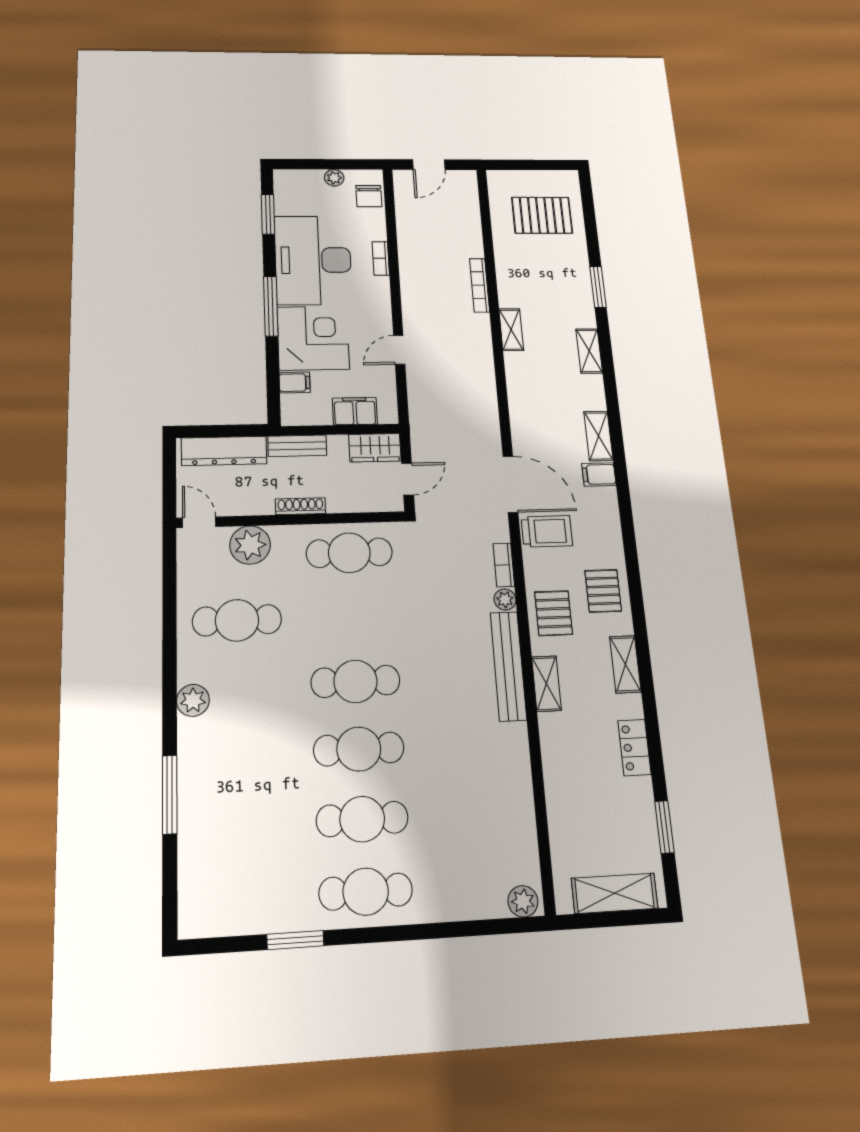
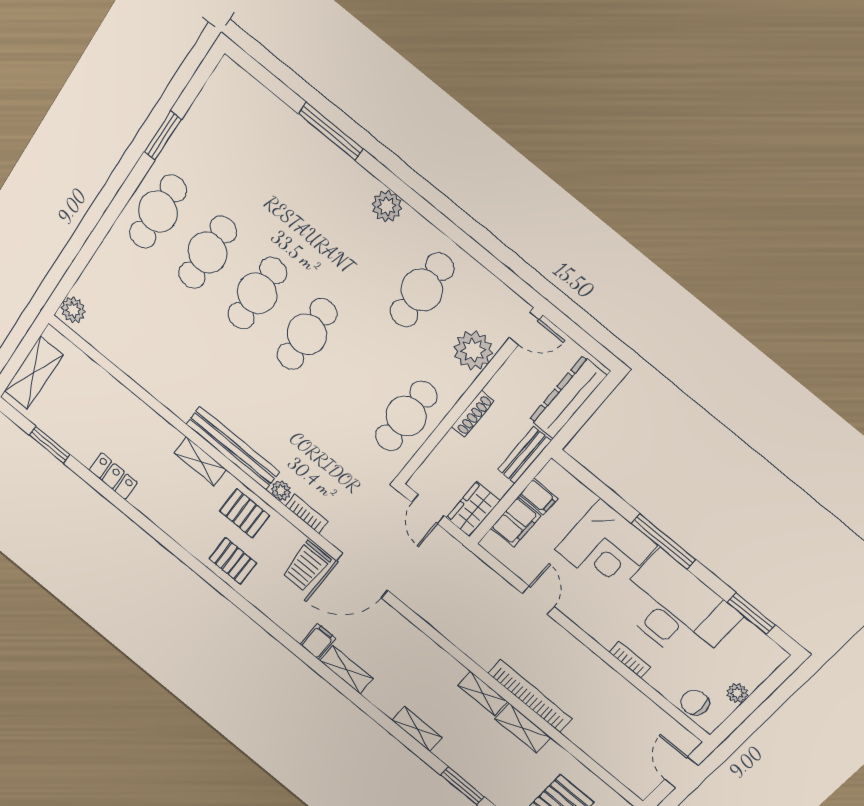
bookcase: (480, 285) -> (530, 696), width x1.48, depth x1.31
filing cabinet: (295, 383) -> (539, 497), moved, turned -90
shelving: (625, 664) -> (523, 728), moved

